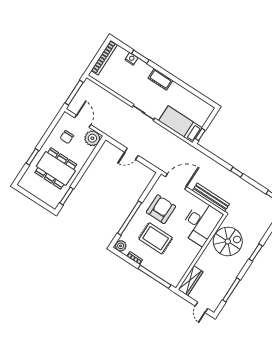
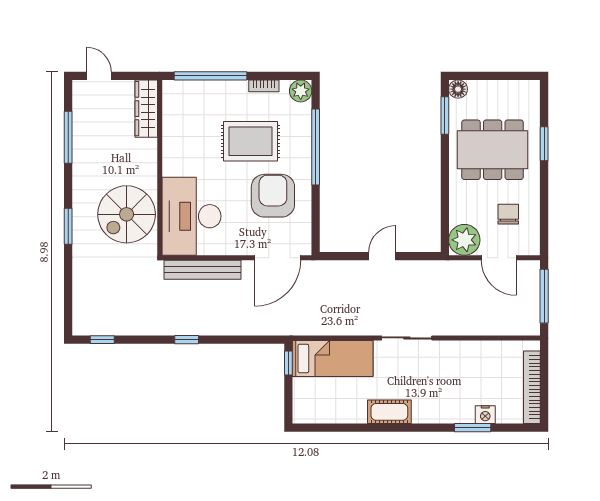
cot: (160, 79) -> (389, 412), moved
floor lamp: (54, 203) -> (458, 89), added
armchair: (161, 209) -> (273, 196), turned 180

